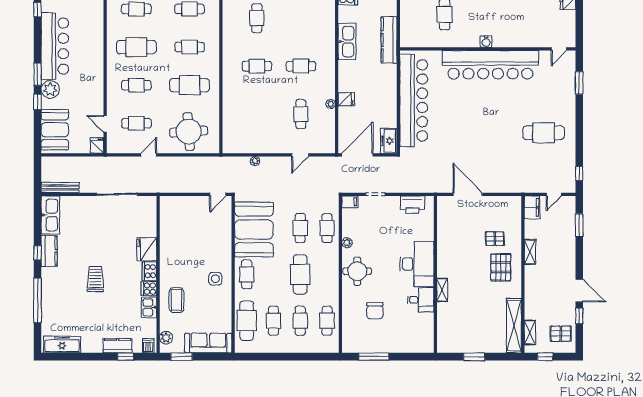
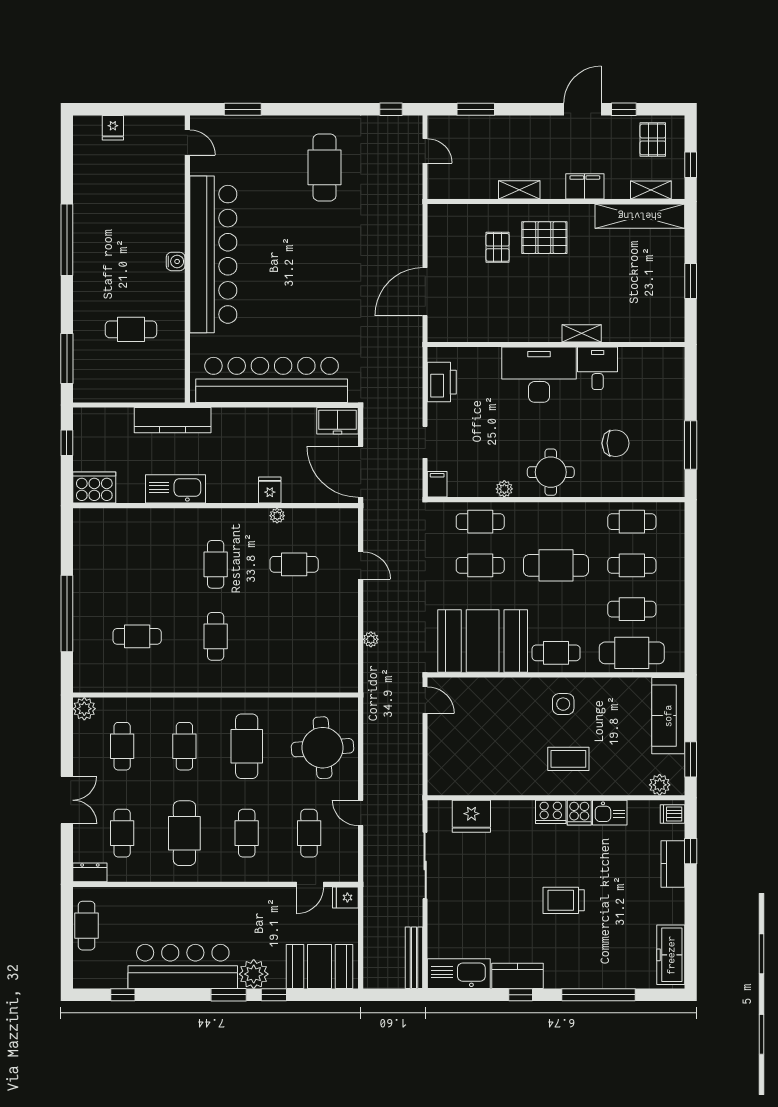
filing cabinet: (532, 207) -> (585, 186), moved
fridge: (147, 249) -> (471, 816), moved
coffee table: (176, 300) -> (568, 759), moved

